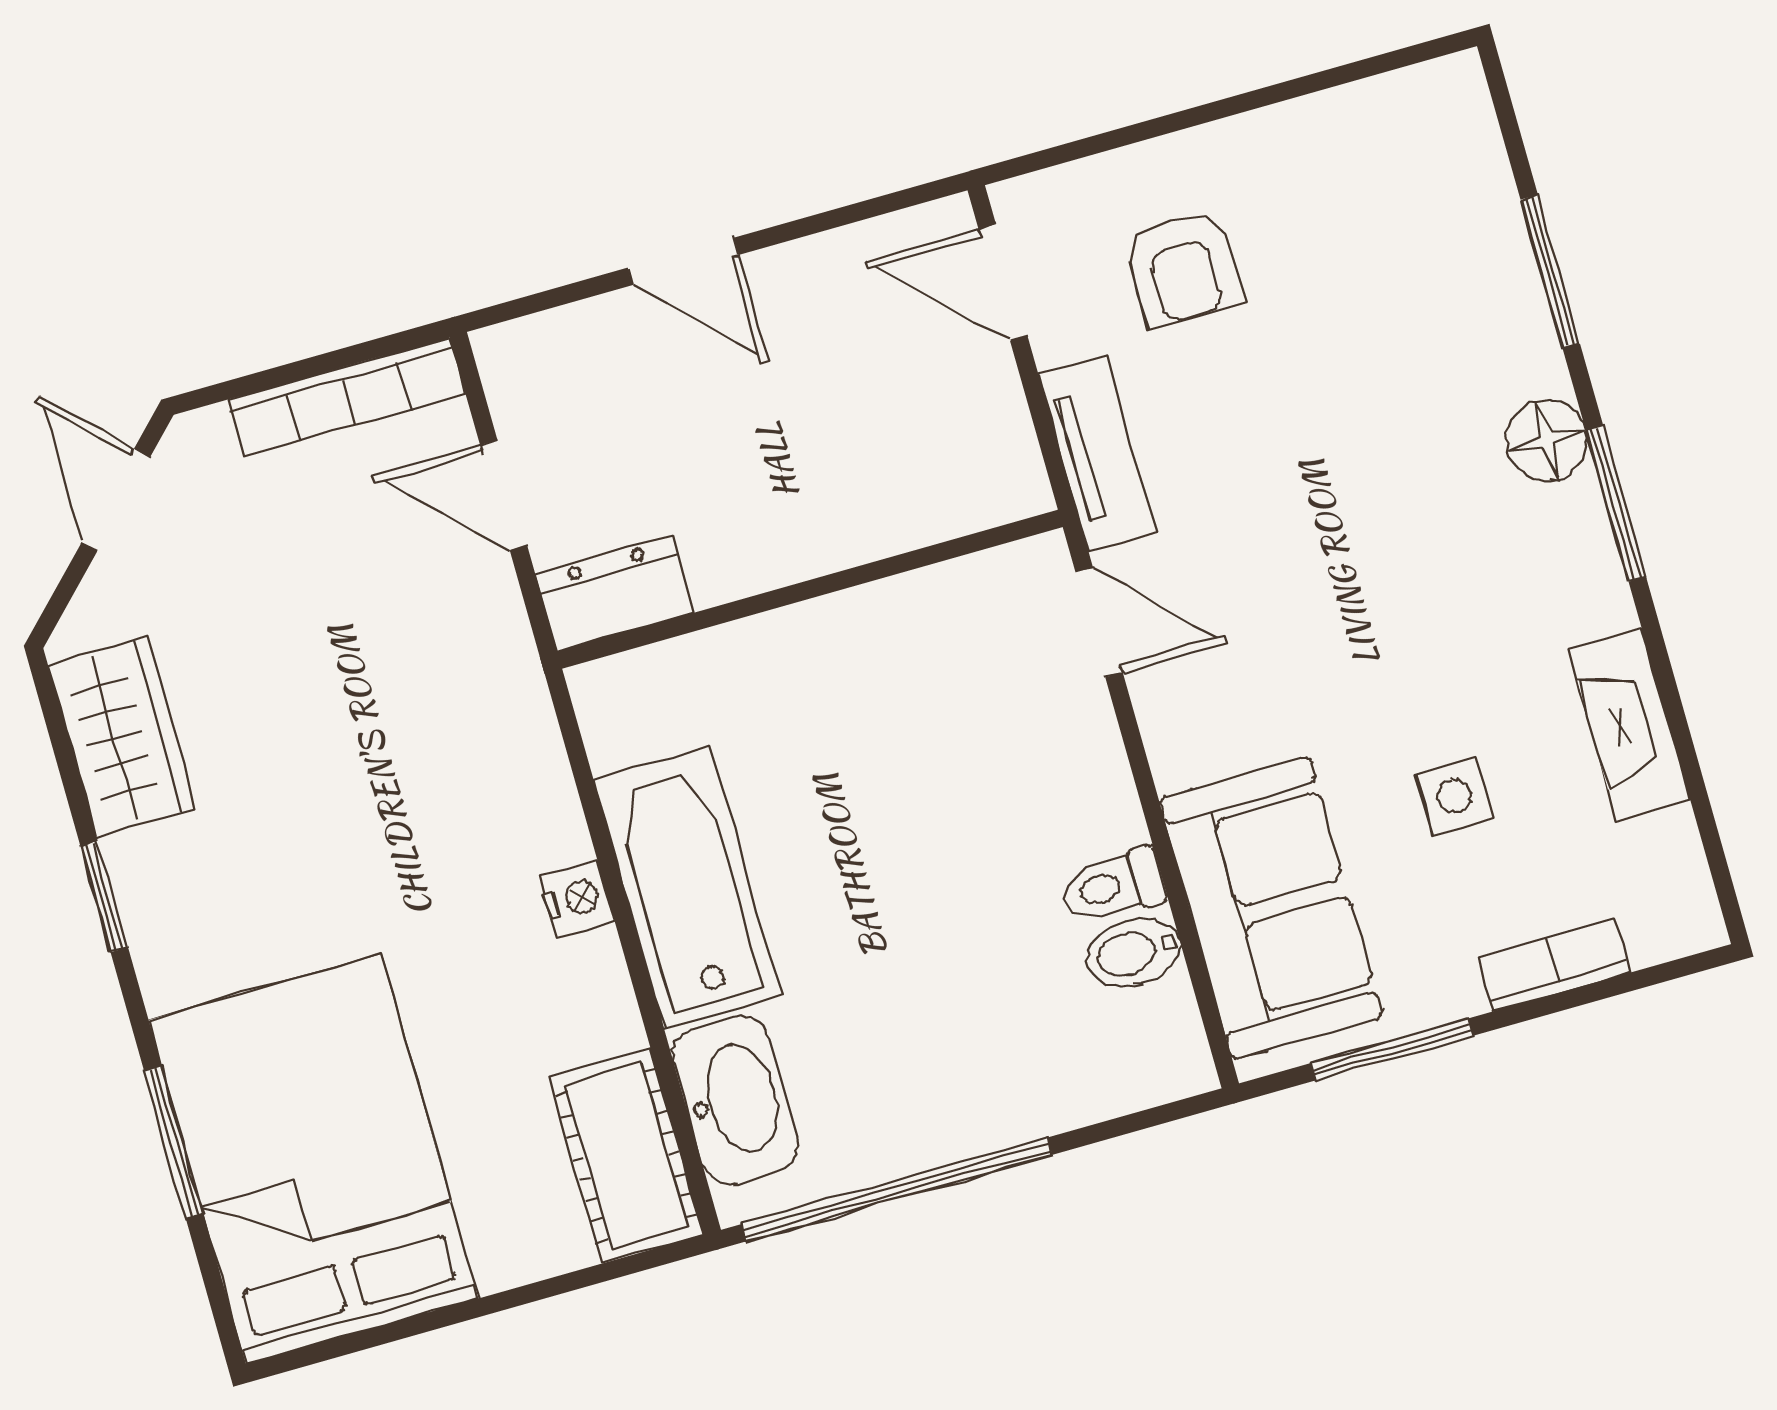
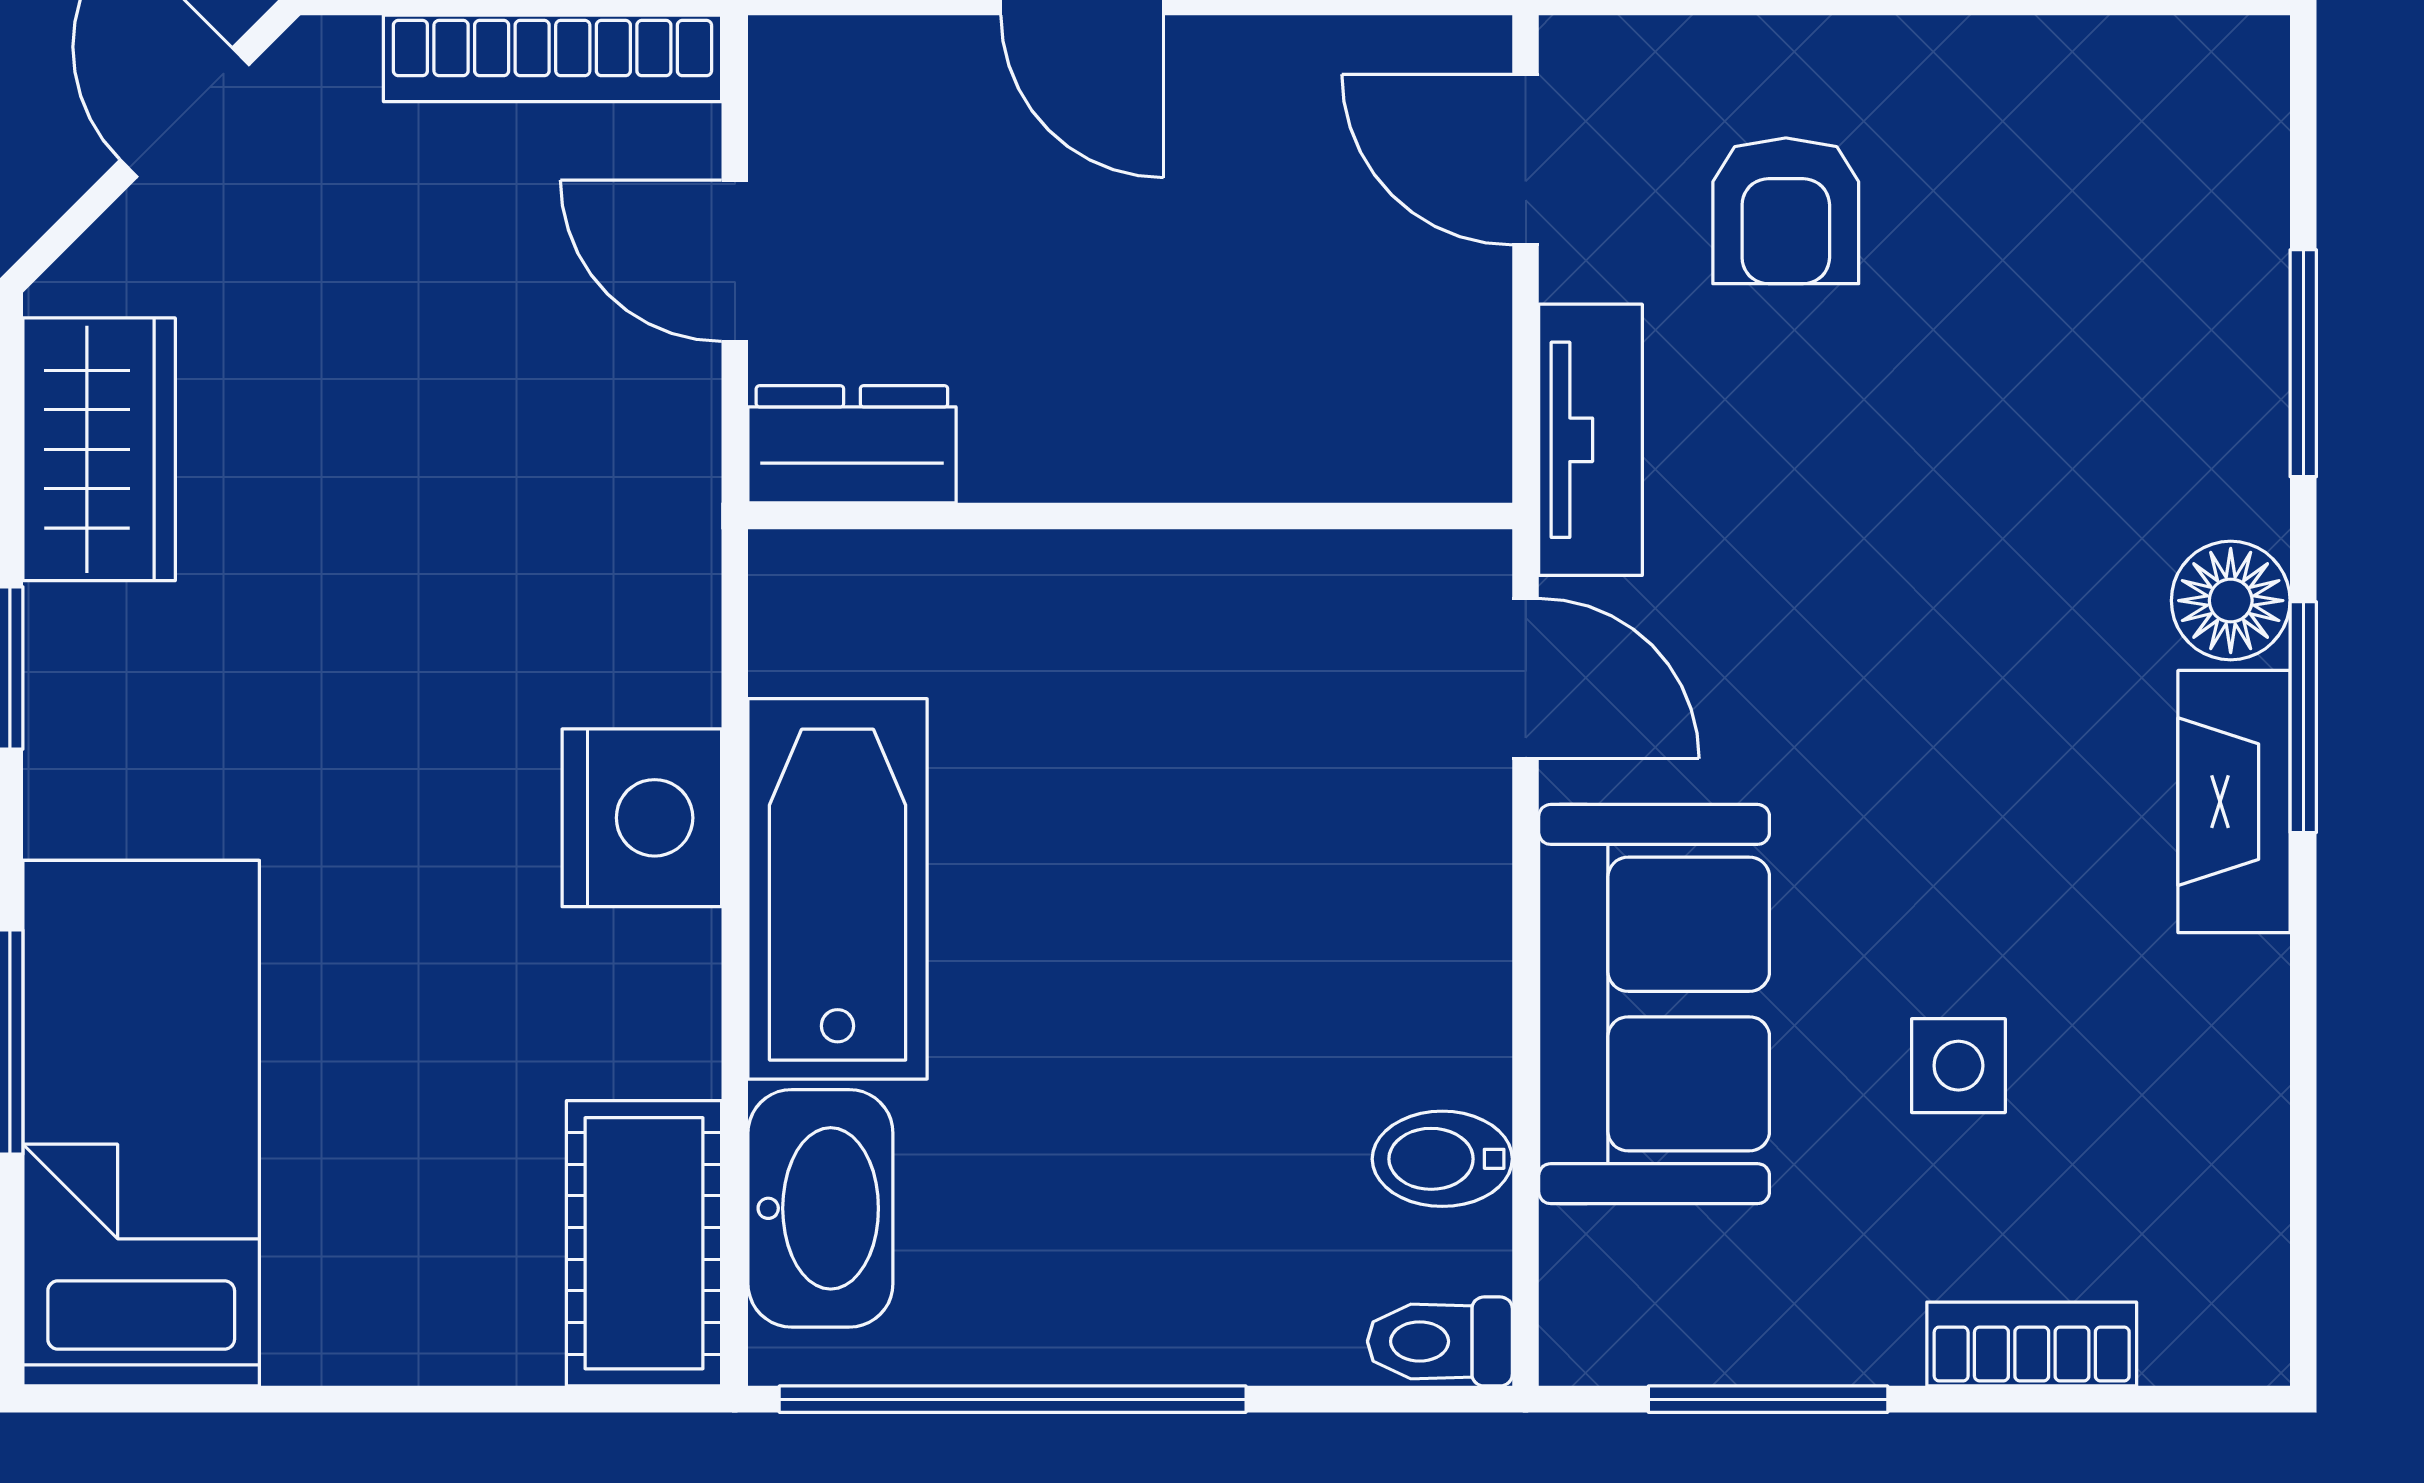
fireplace: (1629, 724) -> (2234, 802), moved
toilet: (1113, 886) -> (1440, 1341), moved
nightstand: (577, 898) -> (642, 818), width x1.89, depth x1.79
sofa: (1271, 908) -> (1654, 1004), moved
bed: (313, 1159) -> (141, 1123), width x0.67

